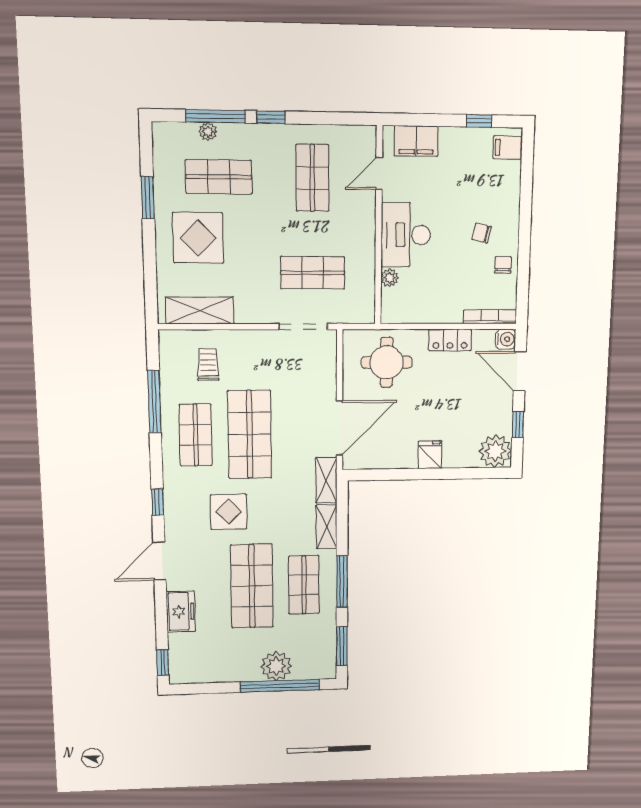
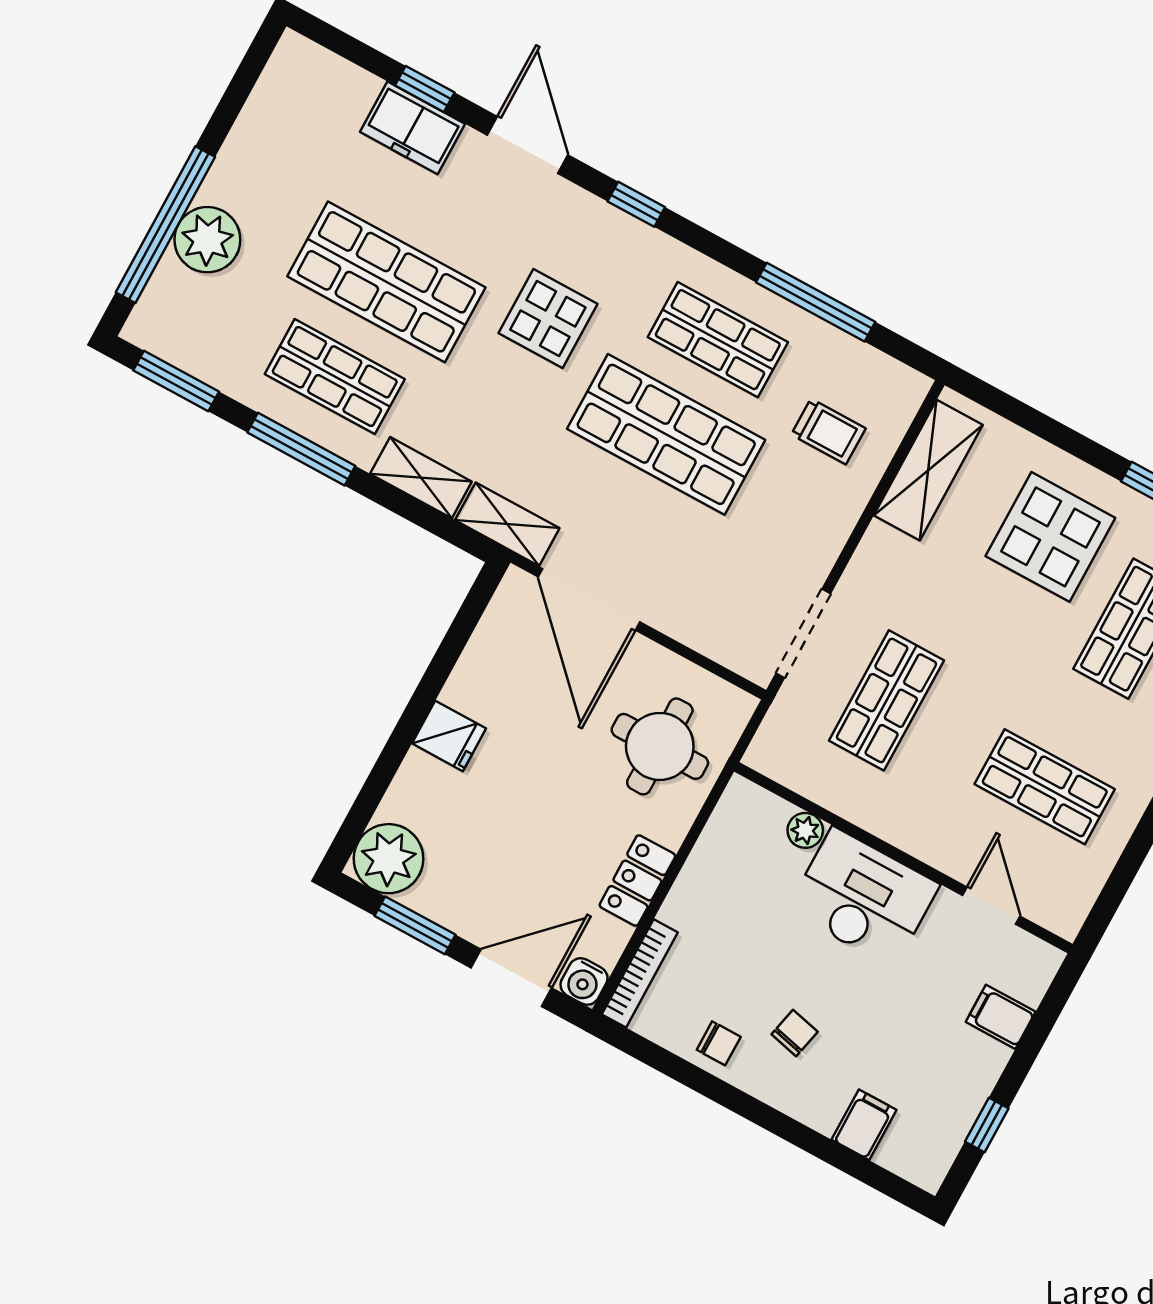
filing cabinet: (416, 141) -> (1001, 1017), width x0.50
filing cabinet: (508, 147) -> (864, 1125), moved
window: (518, 425) -> (415, 925), width x1.50
window: (163, 663) -> (425, 89), moved

